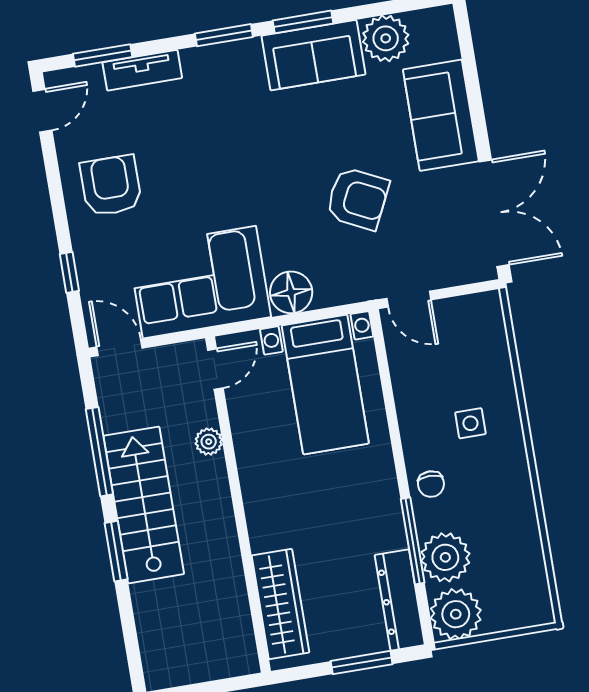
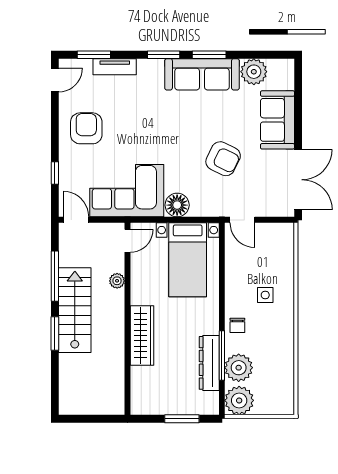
sofa: (313, 55) -> (202, 74), width x1.36
dresser: (400, 600) -> (209, 363), moved
wardrobe: (280, 604) -> (142, 335), moved

